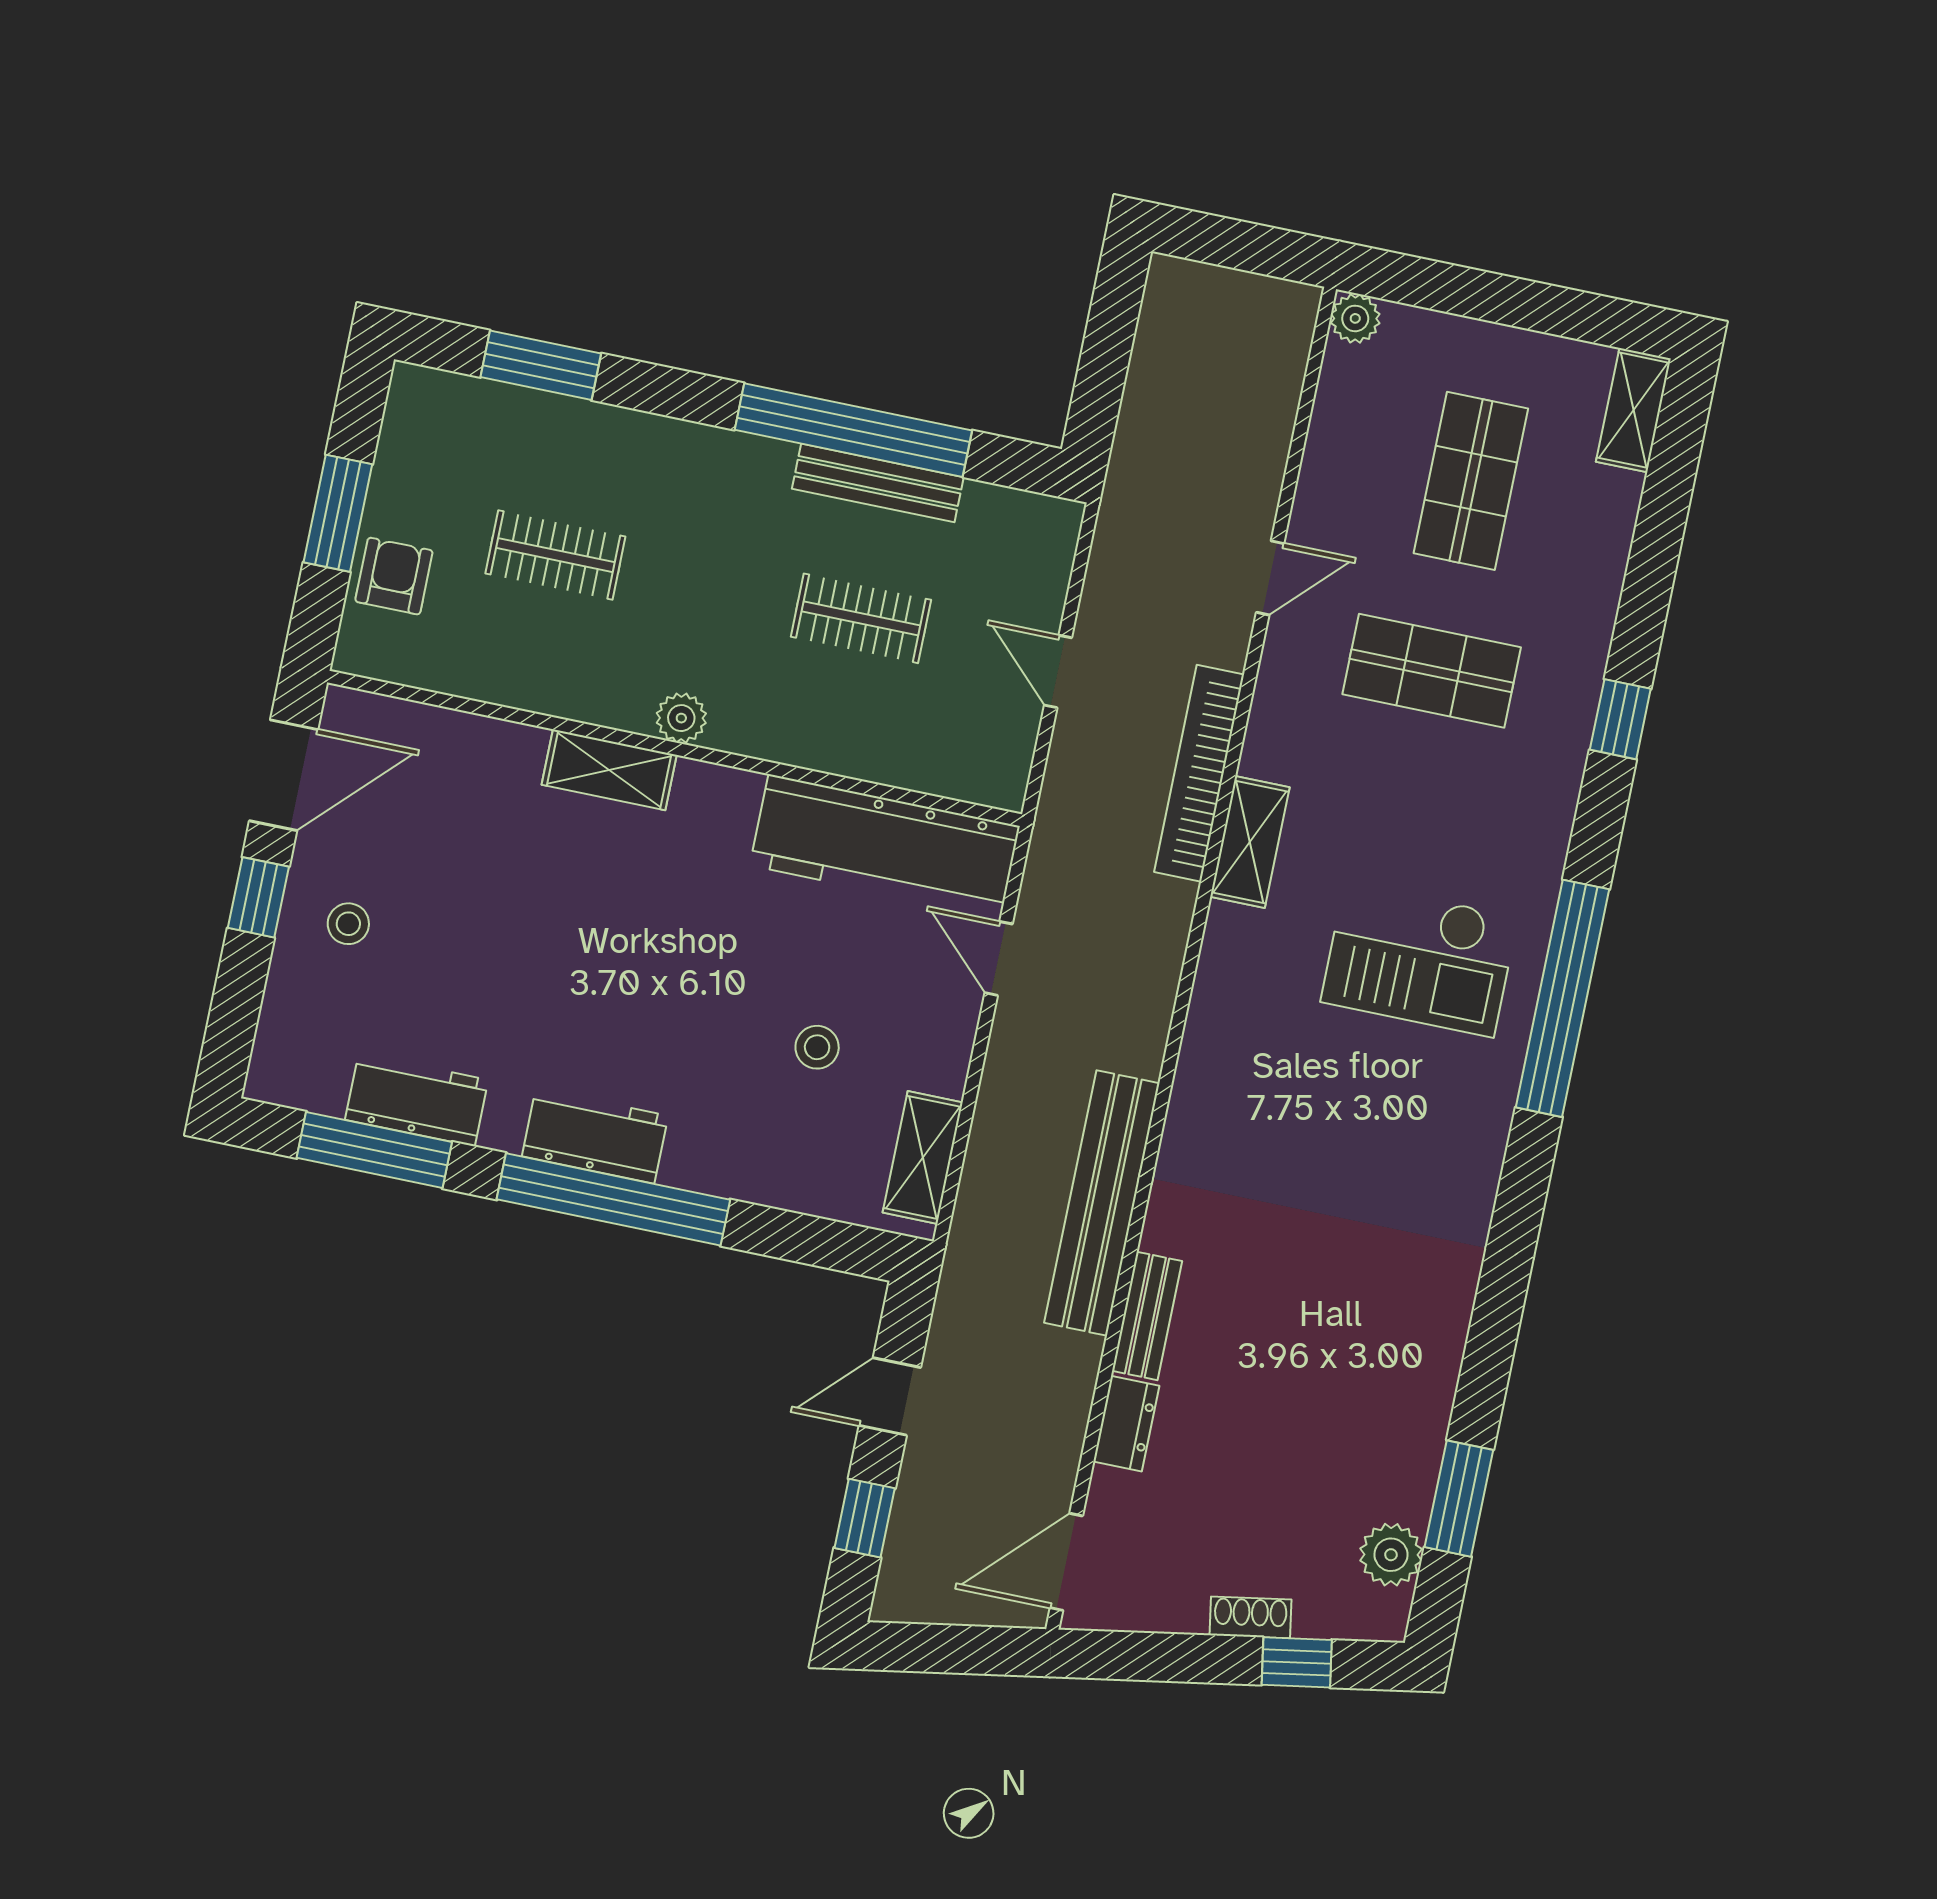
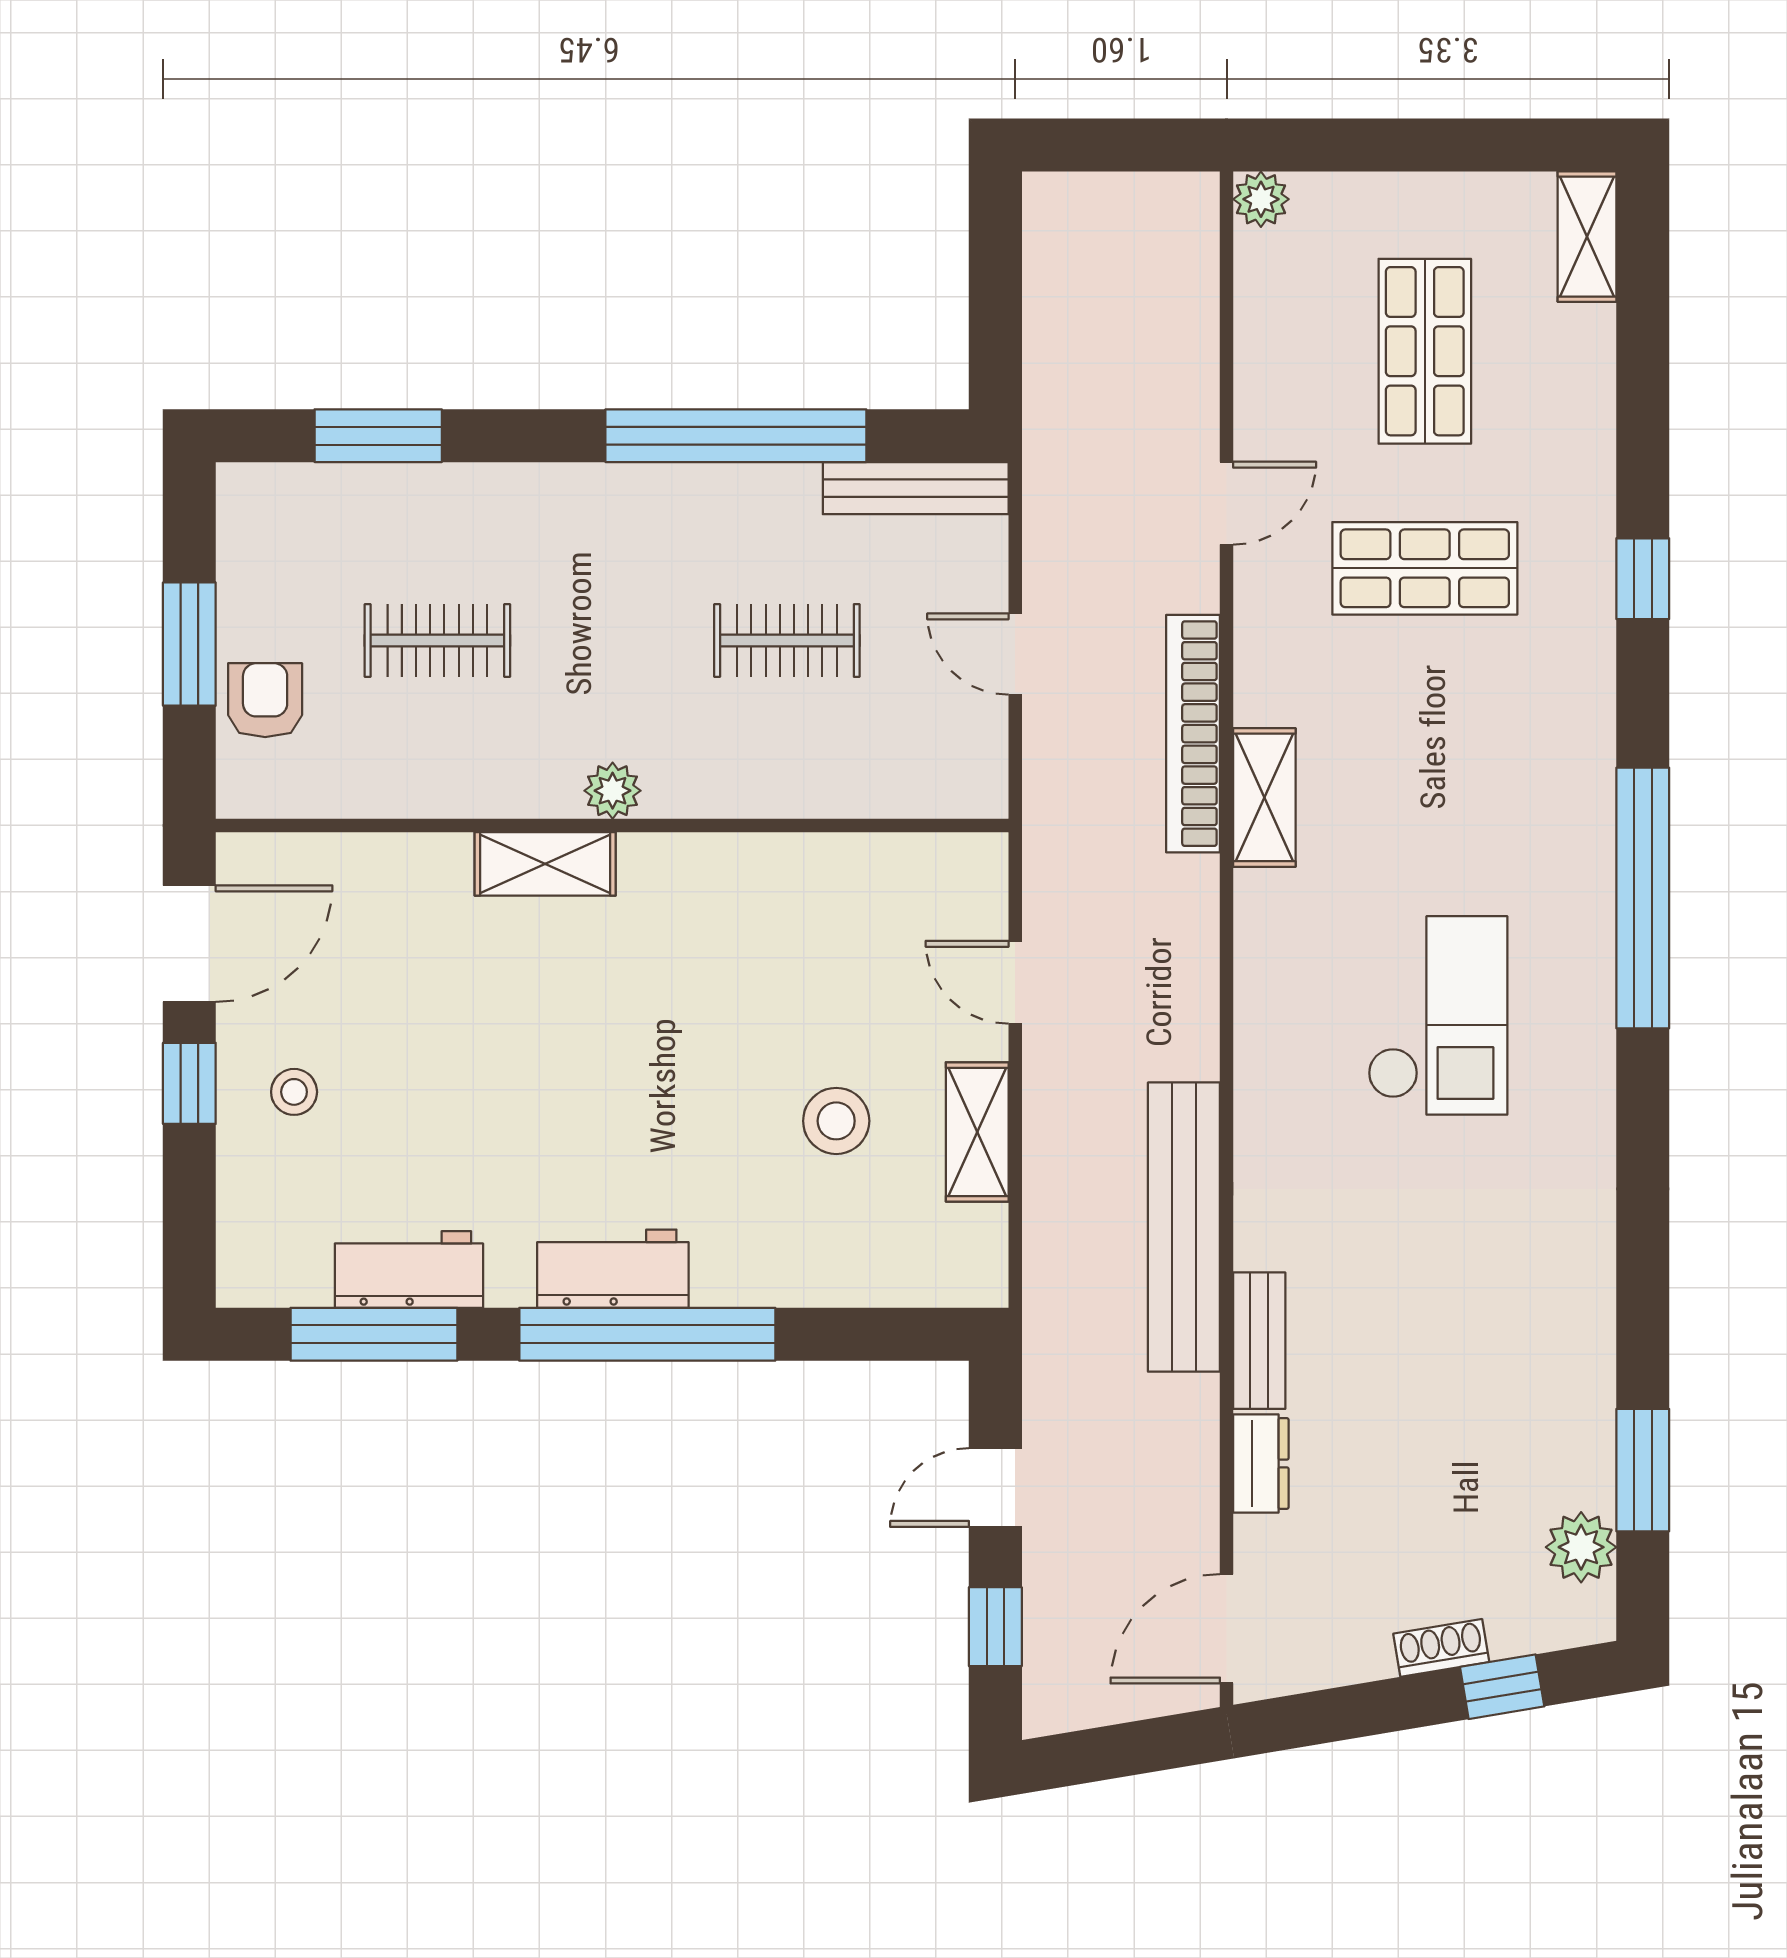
bench: (878, 483) -> (916, 488), moved
workbench: (885, 846) -> (865, 885), removed
checkout: (1419, 959) -> (1438, 1015), moved, turned -90
stool: (817, 1047) -> (836, 1121), width x1.37, depth x1.37
shelving: (923, 1157) -> (977, 1132), moved

